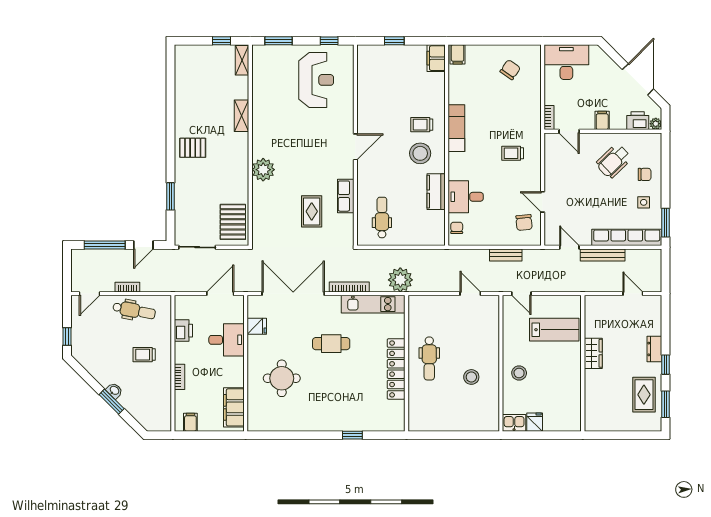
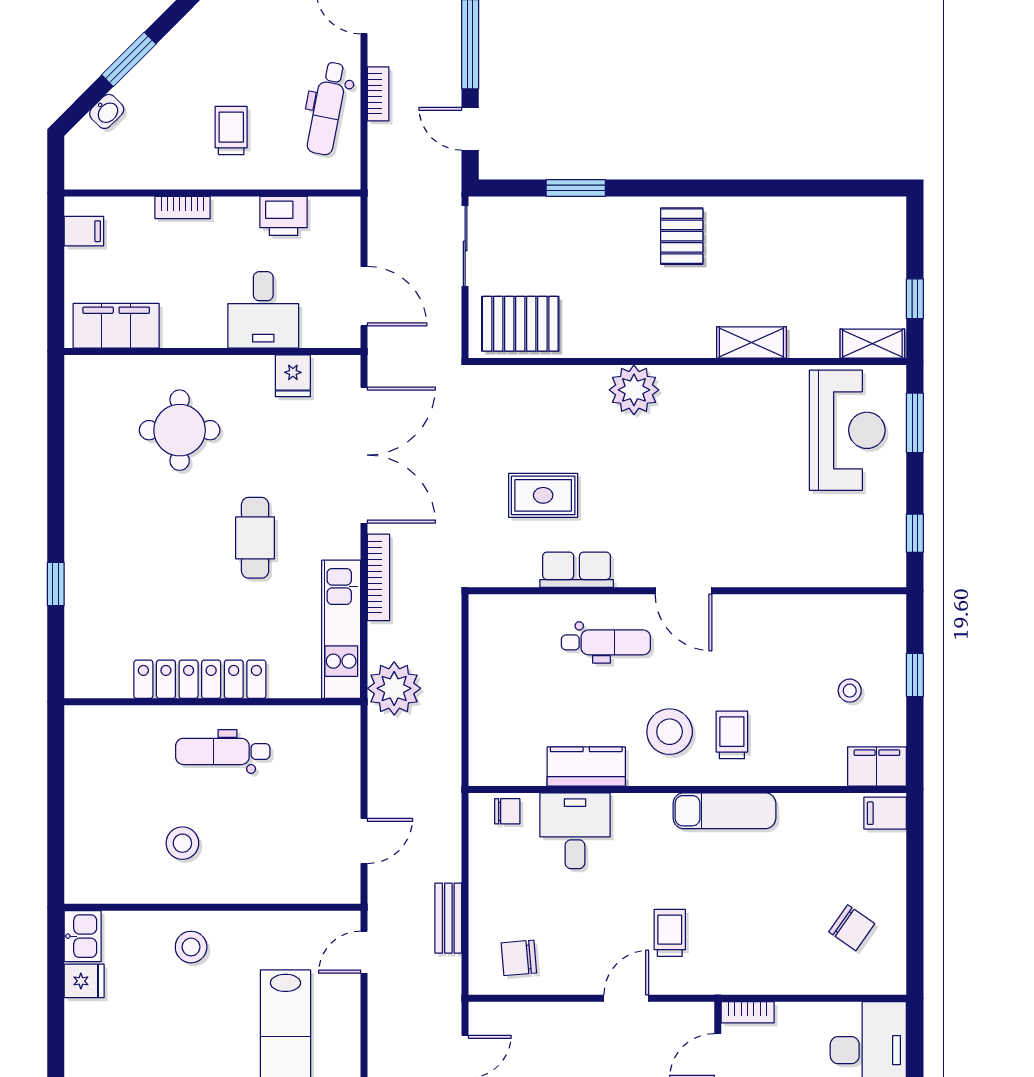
stool: (401, 71) -> (850, 691), added
reception desk: (316, 80) -> (847, 430), moved, turned -90
door: (543, 202) -> (626, 998), moved
dental chair: (382, 218) -> (606, 642), moved
washbasin: (114, 391) -> (107, 111), moved

